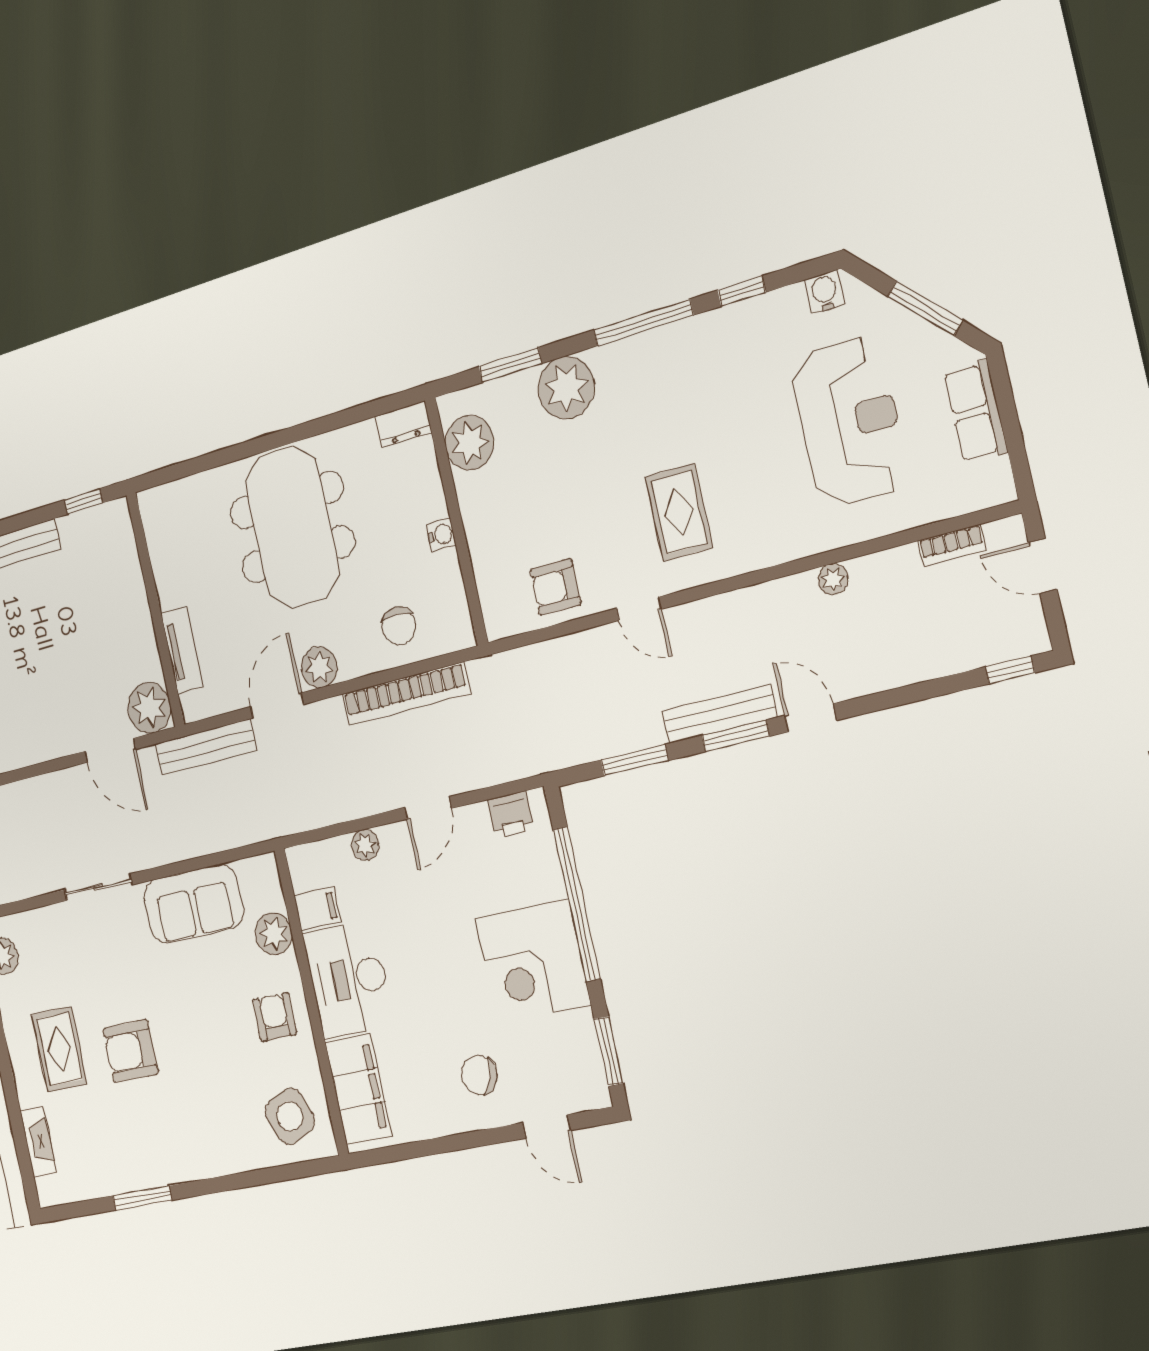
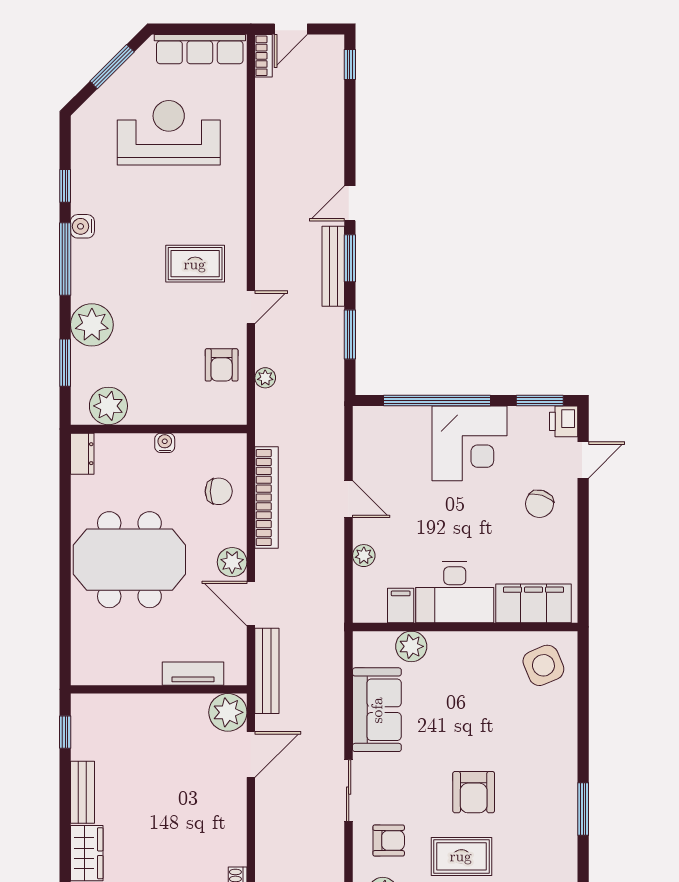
water cooler: (825, 292) -> (82, 226), moved
row of seats: (976, 412) -> (200, 49), width x1.48
bookcase: (952, 545) -> (264, 56), moved
plant: (833, 579) -> (265, 378), moved
printer: (511, 815) -> (564, 421), moved, turned 180
armchair: (275, 1017) -> (389, 840), moved, turned 180

